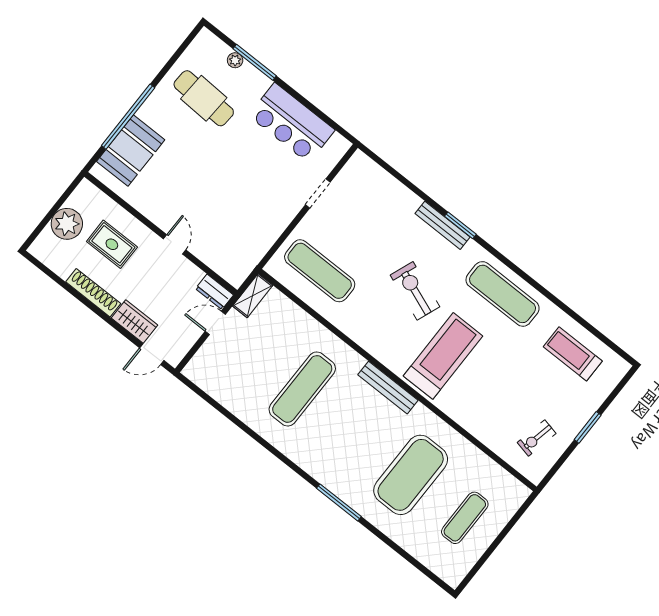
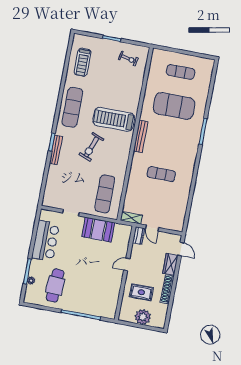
booth: (131, 151) -> (98, 230), moved
rug: (112, 244) -> (141, 292), turned 90
exercise mat: (302, 389) -> (161, 174), width x0.73, depth x0.69

